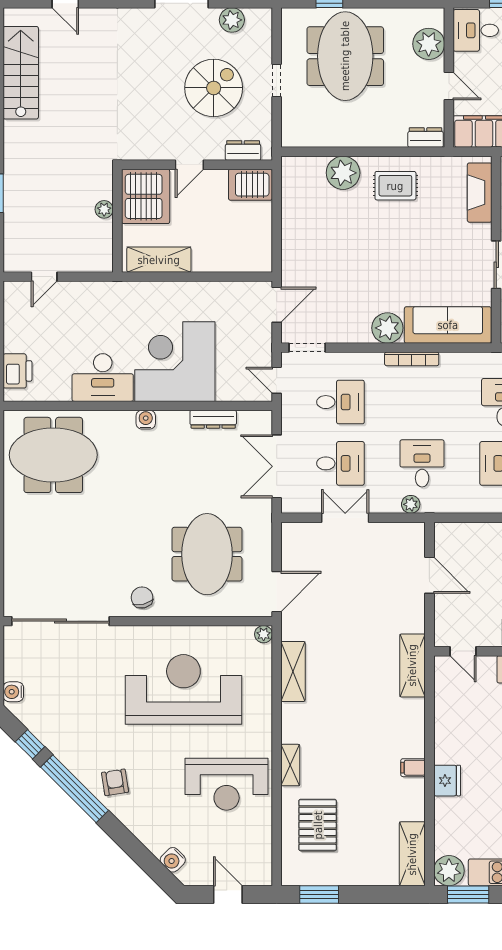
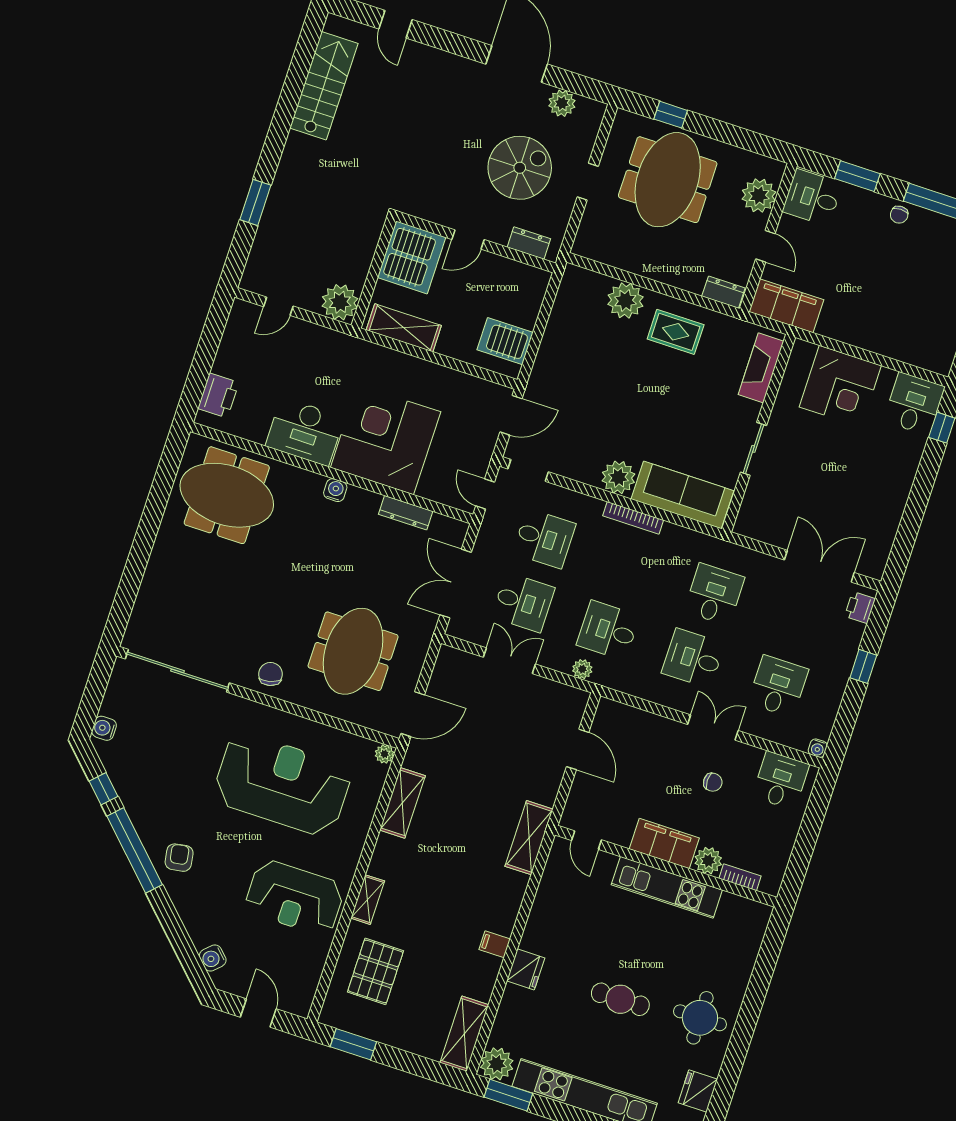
server rack: (250, 185) -> (505, 341), moved
plant: (104, 209) -> (340, 302), moved, width x1.87, depth x1.87
desk: (422, 463) -> (608, 630), turned -90

